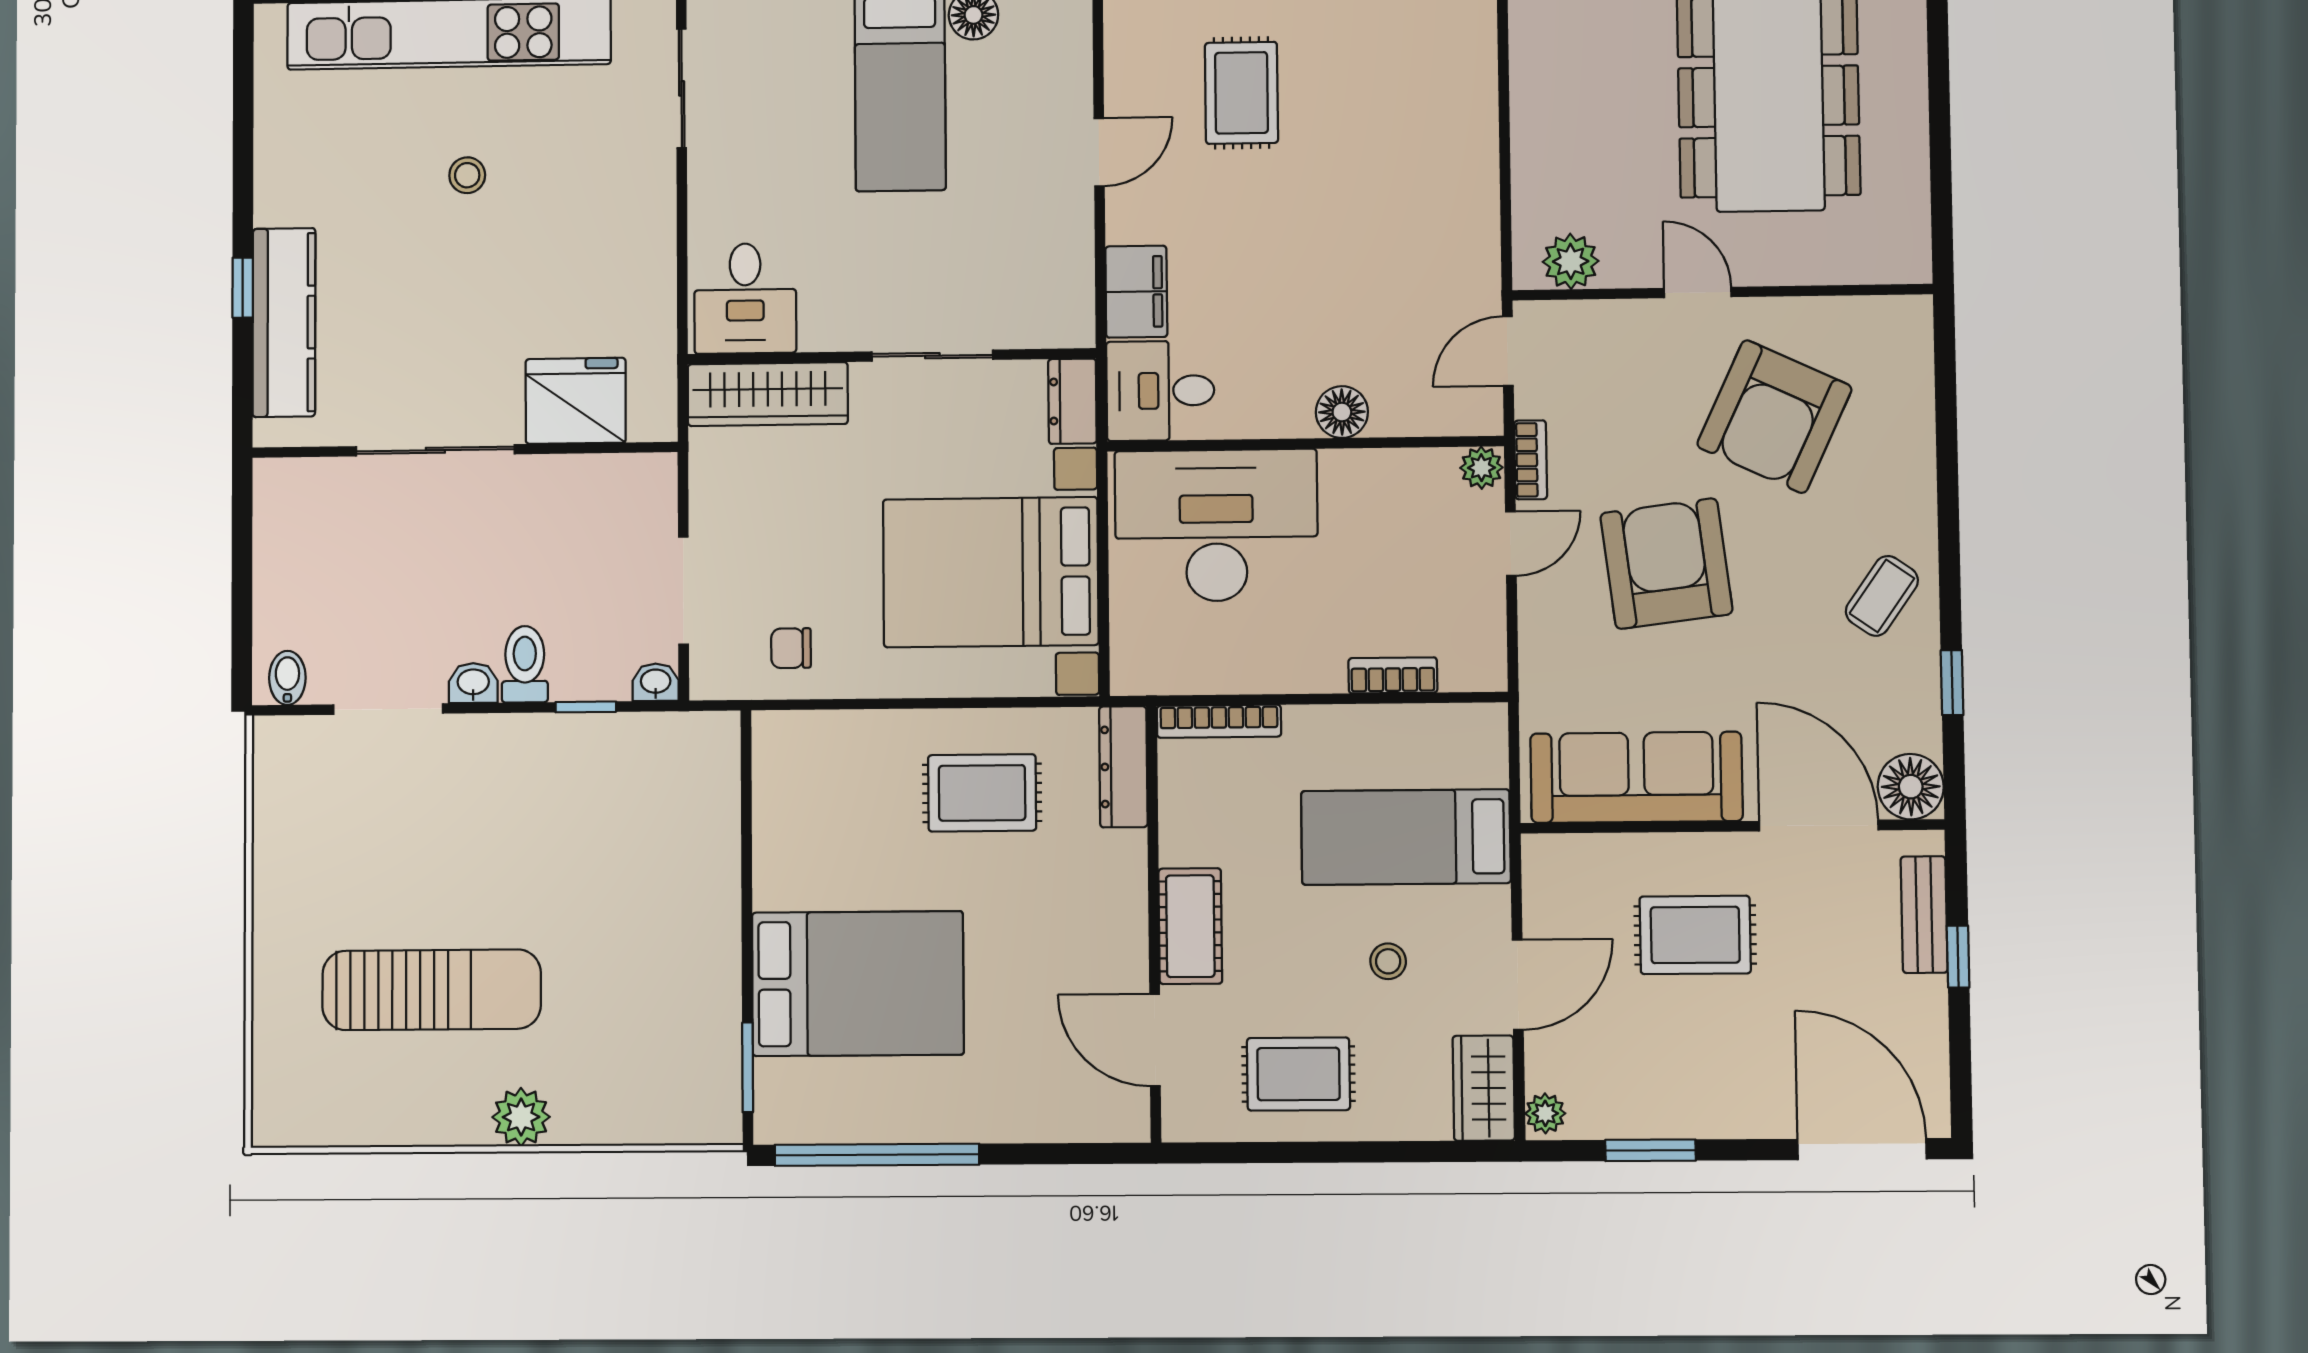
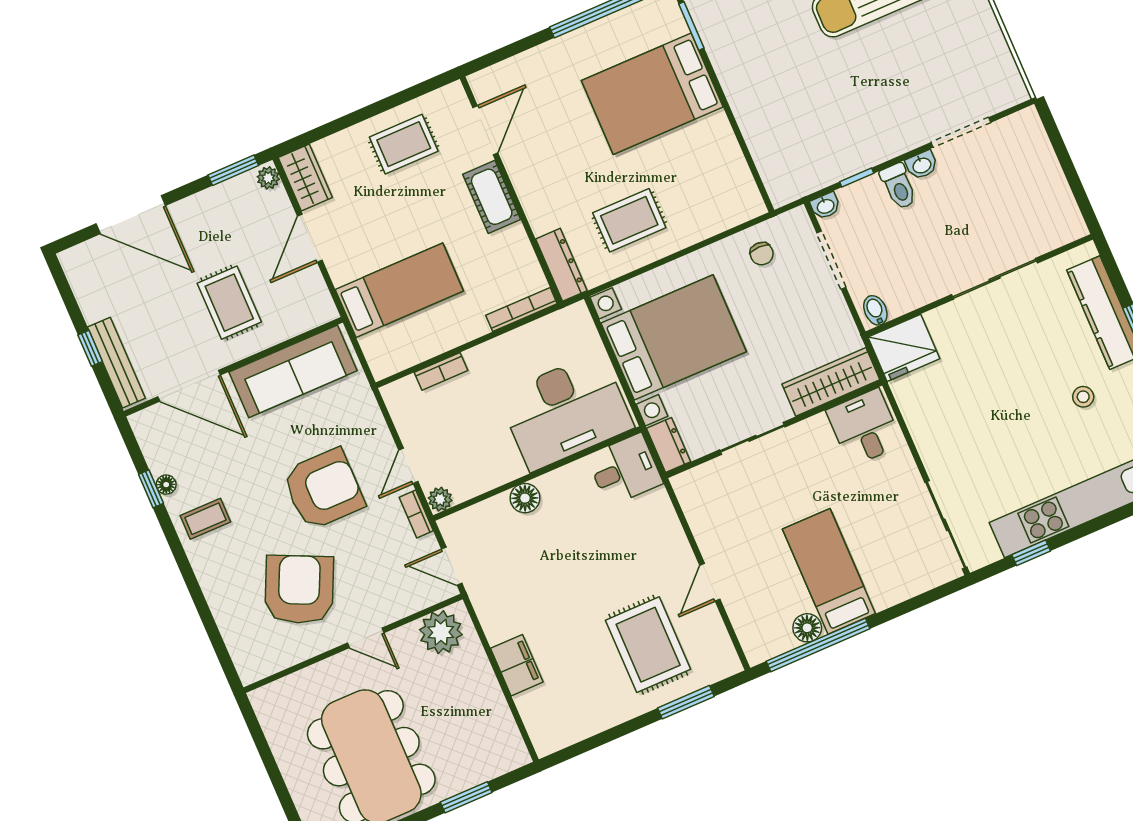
sliding door: (682, 88) -> (946, 525), width x1.37
rug: (1241, 93) -> (648, 645), width x1.36, depth x1.43
stool: (467, 175) -> (1083, 397), moved
plant: (1571, 261) -> (441, 632), width x1.36, depth x1.36
filing cabinet: (1136, 292) -> (517, 665), moved, turned 180
door: (1508, 351) -> (452, 566), swing flipped
fridge: (576, 401) -> (904, 348), moved
armchair: (1666, 564) -> (323, 489), turned -83
coffee table: (1882, 596) -> (205, 519), turned 55
chair: (791, 648) -> (762, 254), turned 90
bidet: (287, 678) -> (875, 310), moved, turned 180
floor lamp: (1911, 787) -> (166, 485), moved, width x0.53, depth x0.53
bench: (1924, 915) -> (116, 363), width x1.36
rug: (1695, 935) -> (229, 303), turned 90
stool: (1388, 961) -> (382, 222), removed
door: (1155, 1040) -> (485, 130), hinge flipped
door: (1862, 1149) -> (131, 215), moved
window: (1650, 1150) -> (233, 170), moved

